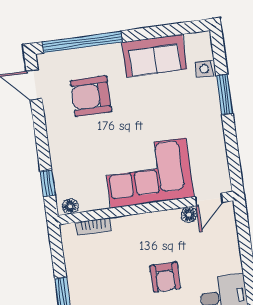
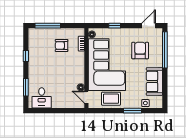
rug: (205, 145) -> (111, 99), added
corner sofa: (148, 173) -> (107, 65), width x1.36, depth x1.36
window: (48, 183) -> (115, 26), moved
armchair: (165, 277) -> (62, 45), moved

